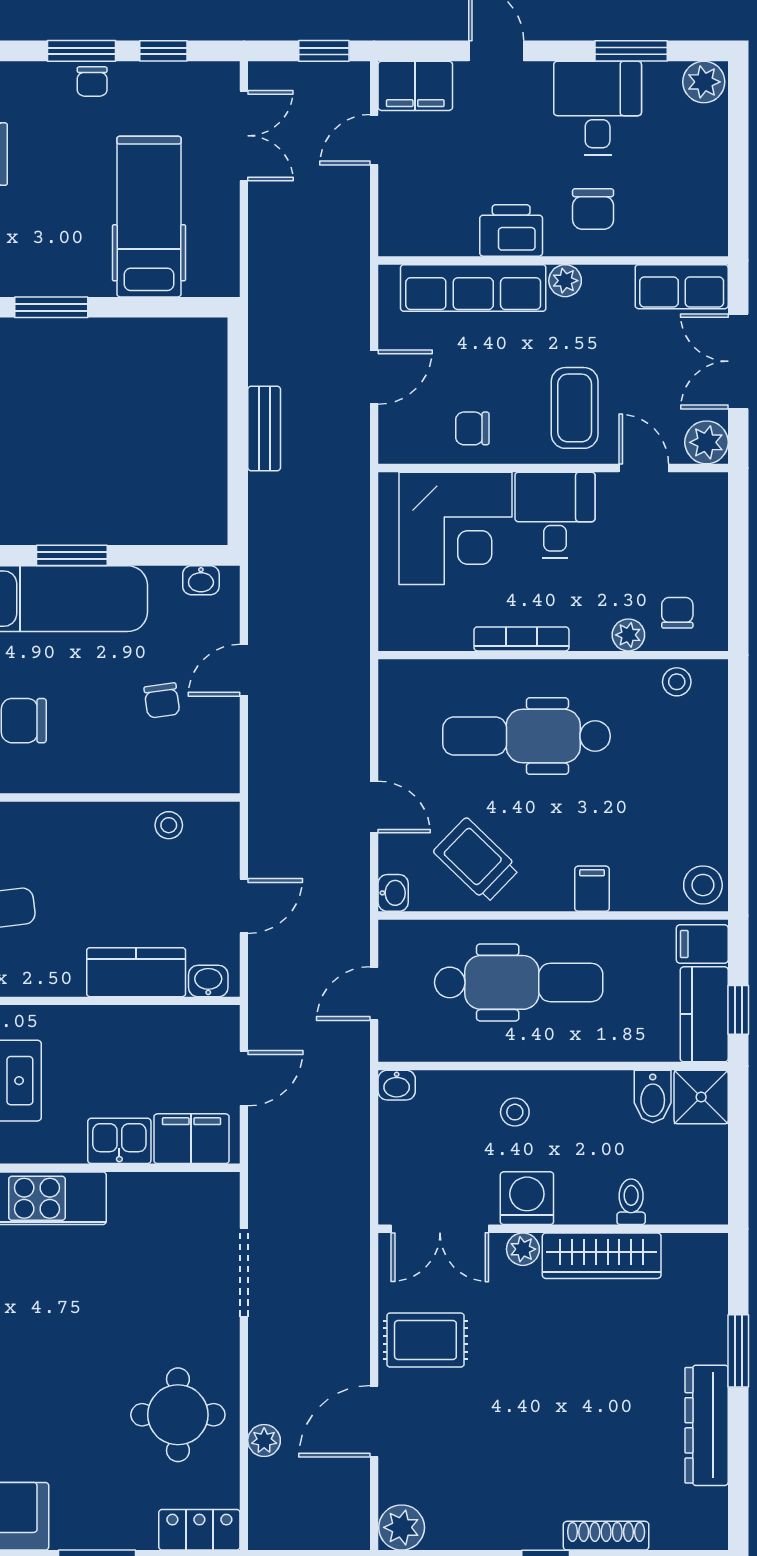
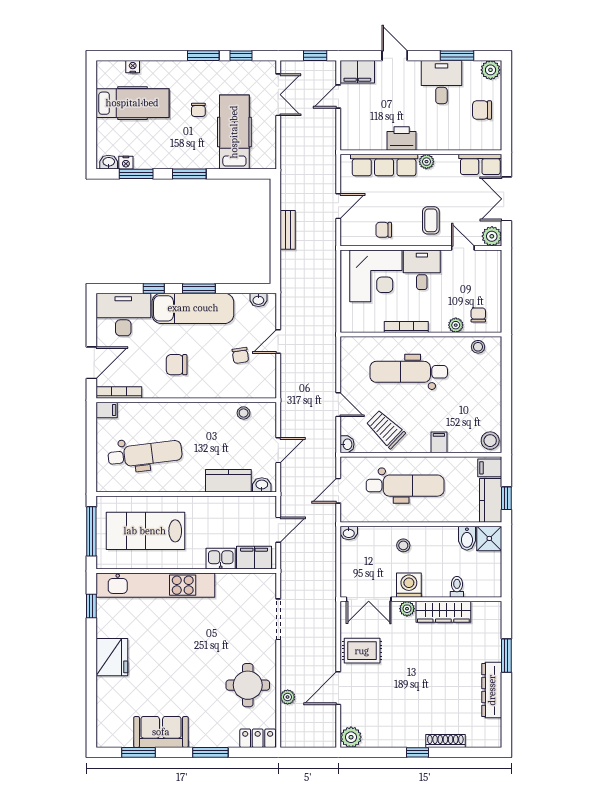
chair: (92, 82) -> (198, 110), moved
chair: (593, 209) -> (482, 110), moved, turned 90
coffee table: (575, 408) -> (431, 220), width x0.73, depth x0.77

